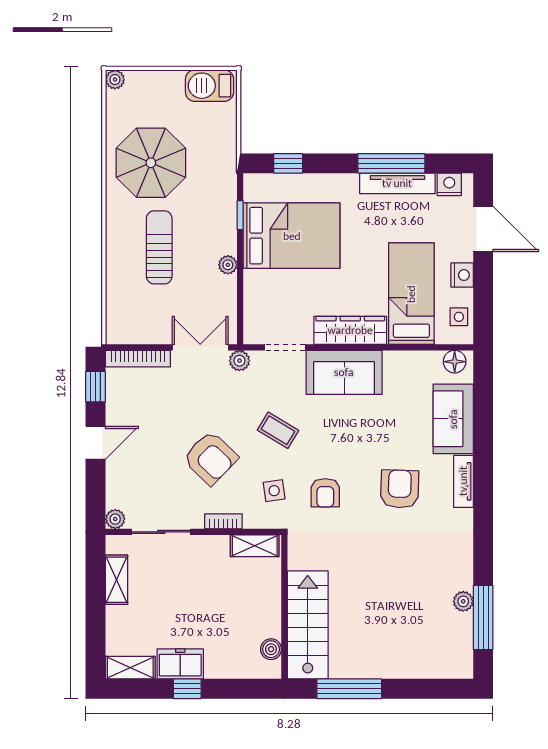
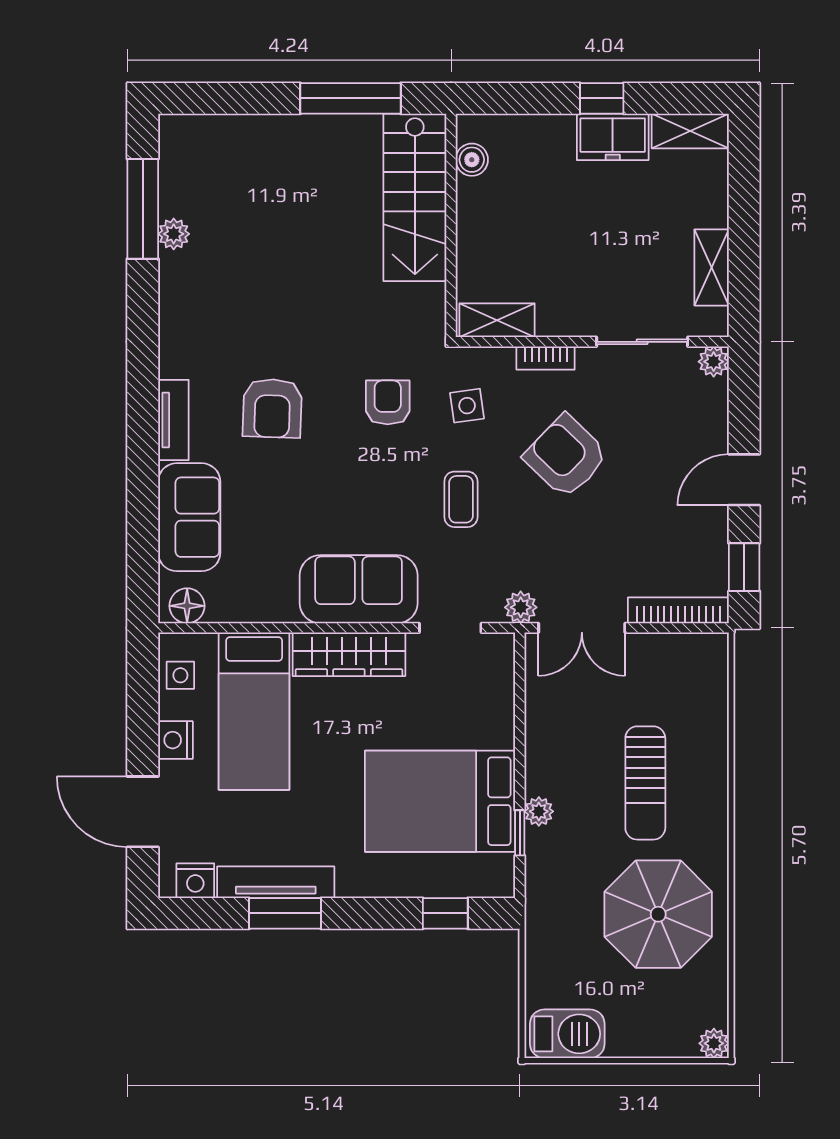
window: (391, 163) -> (285, 913), width x0.69
plant: (228, 265) -> (539, 811), moved
coffee table: (278, 430) -> (461, 499), turned 59

